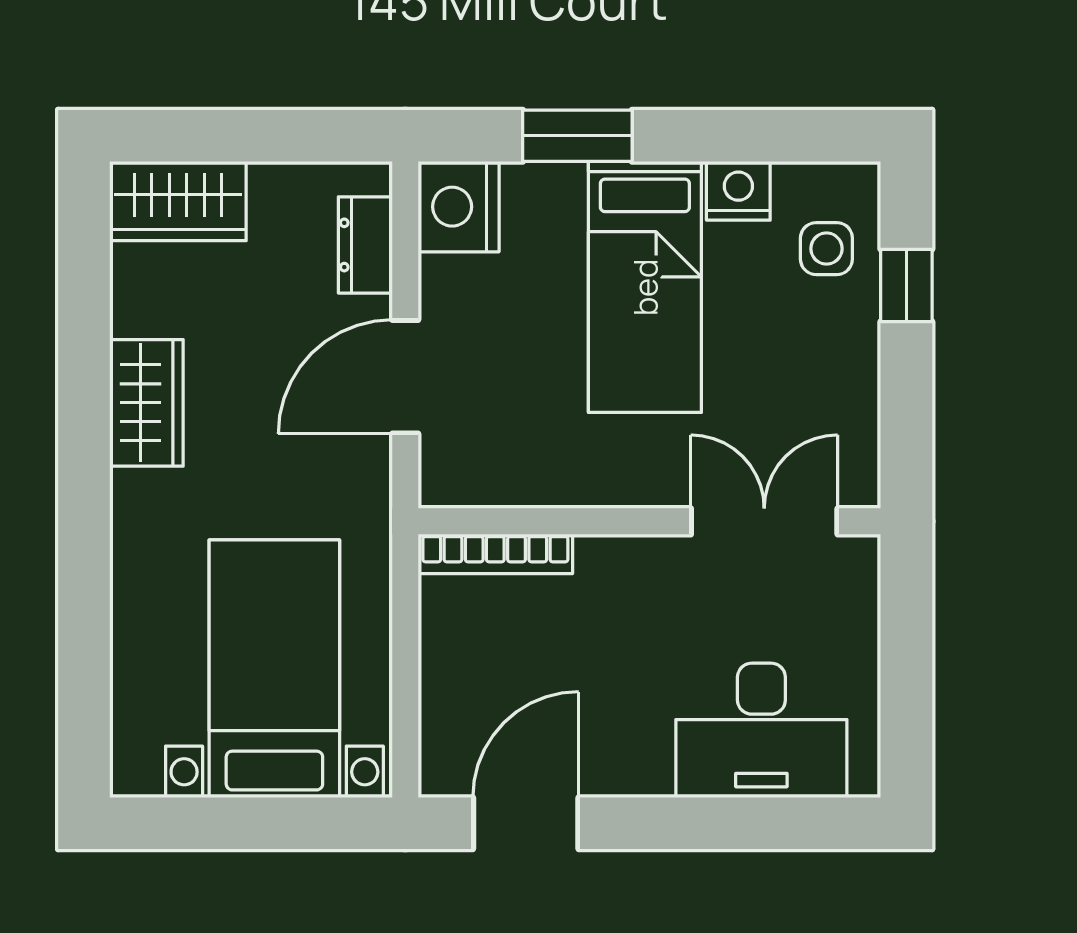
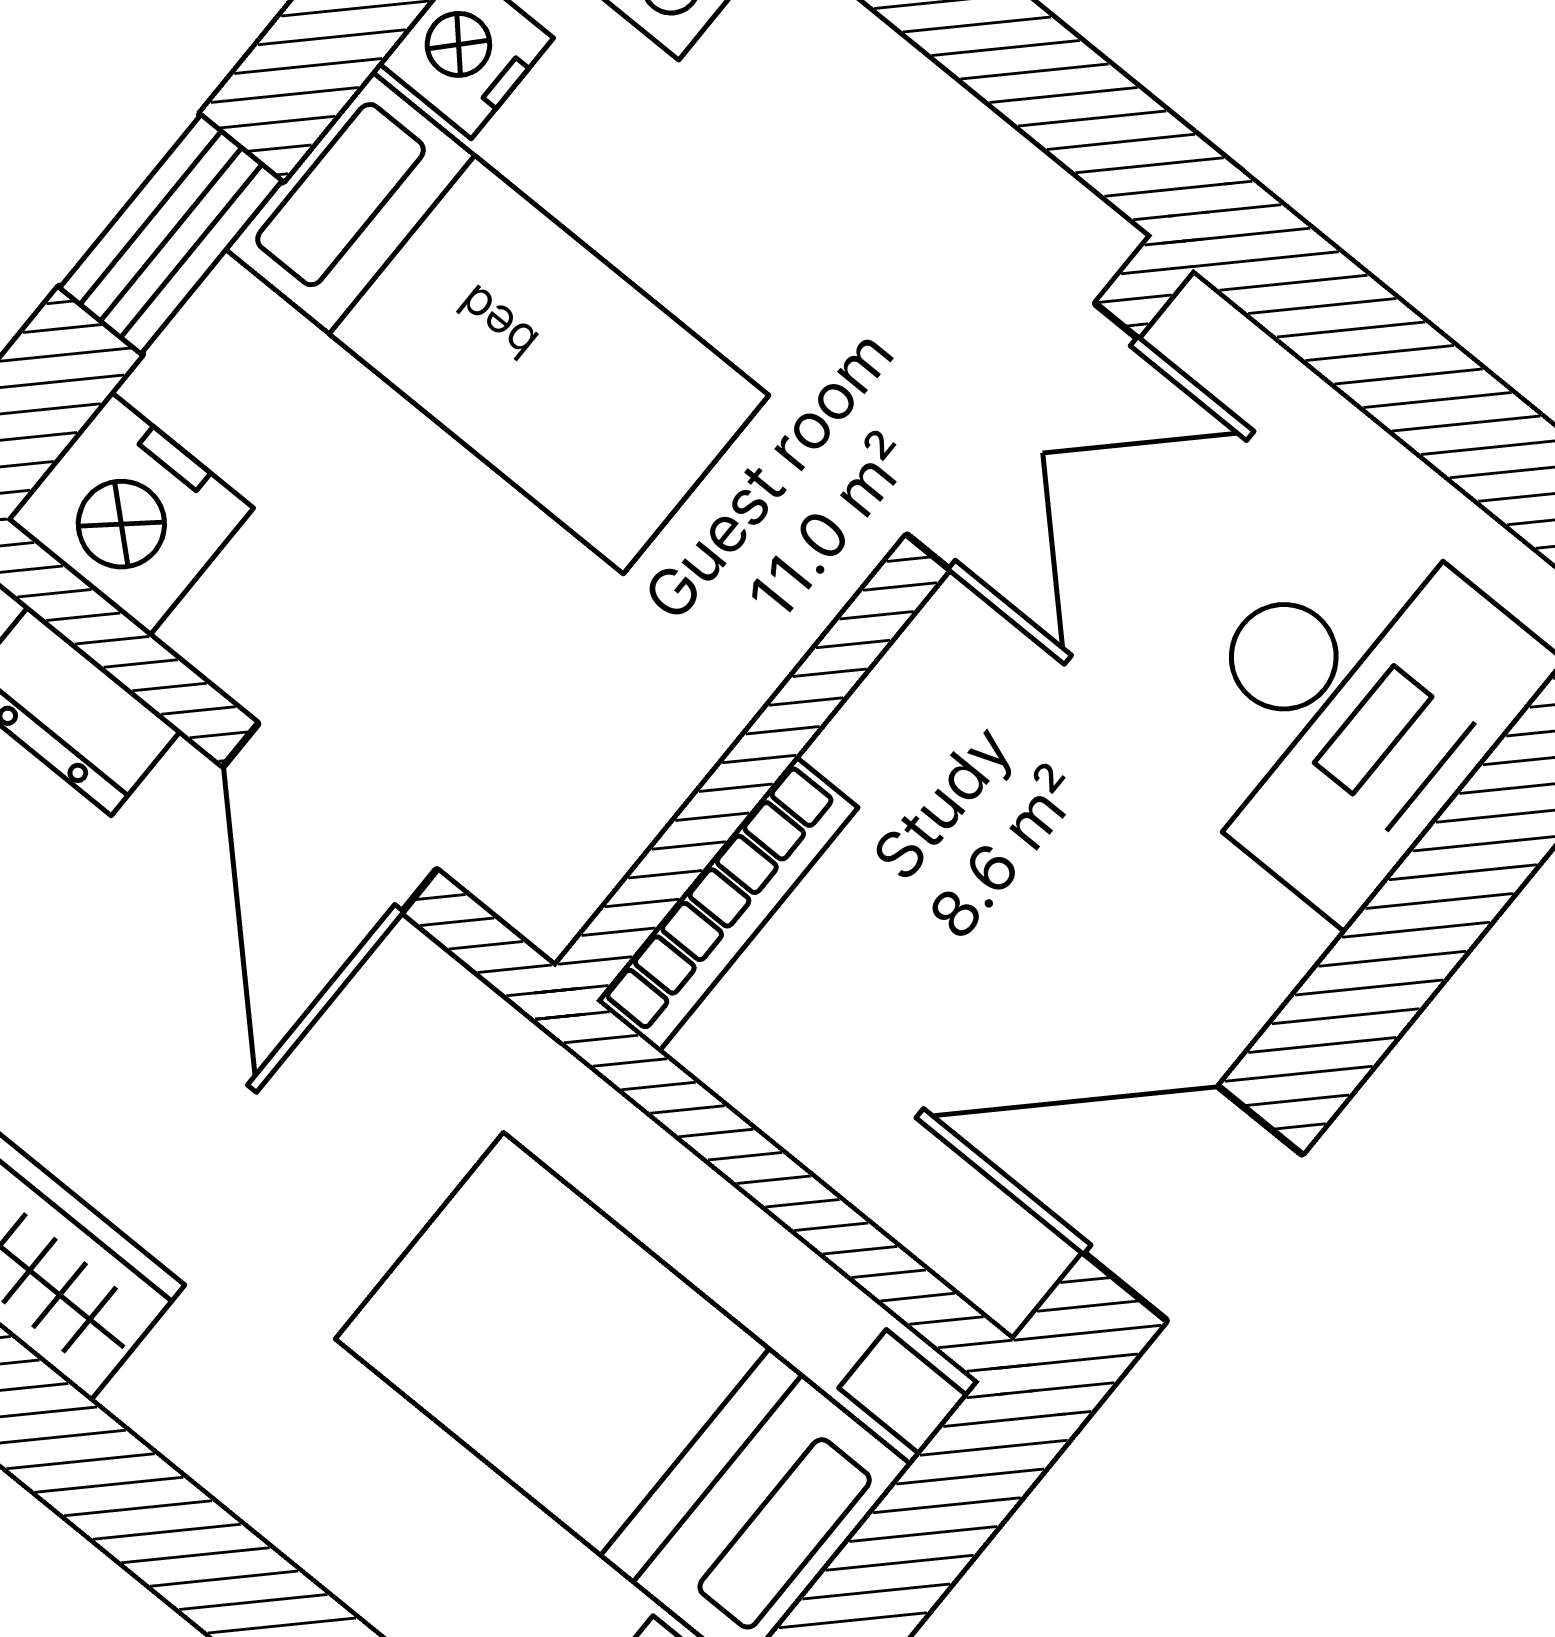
double door: (764, 521) -> (1022, 436), swing flipped
door: (526, 823) -> (1193, 1204), hinge flipped

